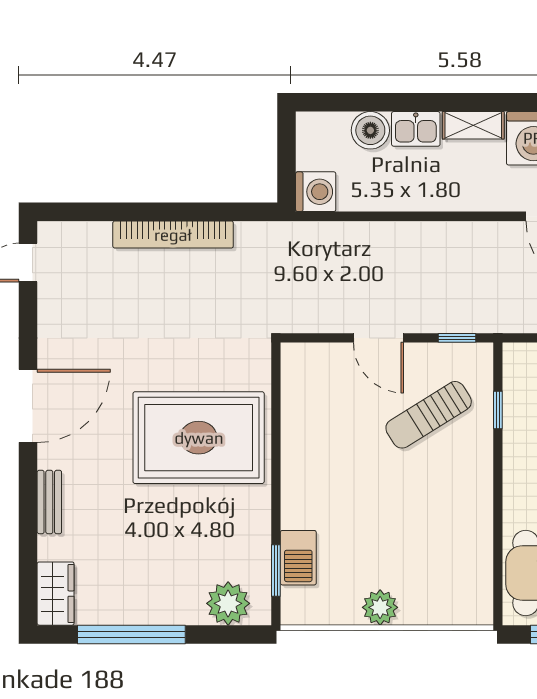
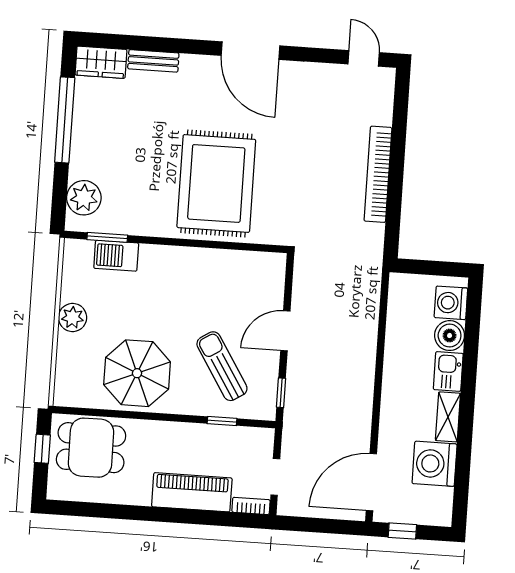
washing machine: (316, 192) -> (451, 303), moved, turned 90
bench: (49, 502) -> (153, 61), moved
parasol: (445, 521) -> (137, 373), added

